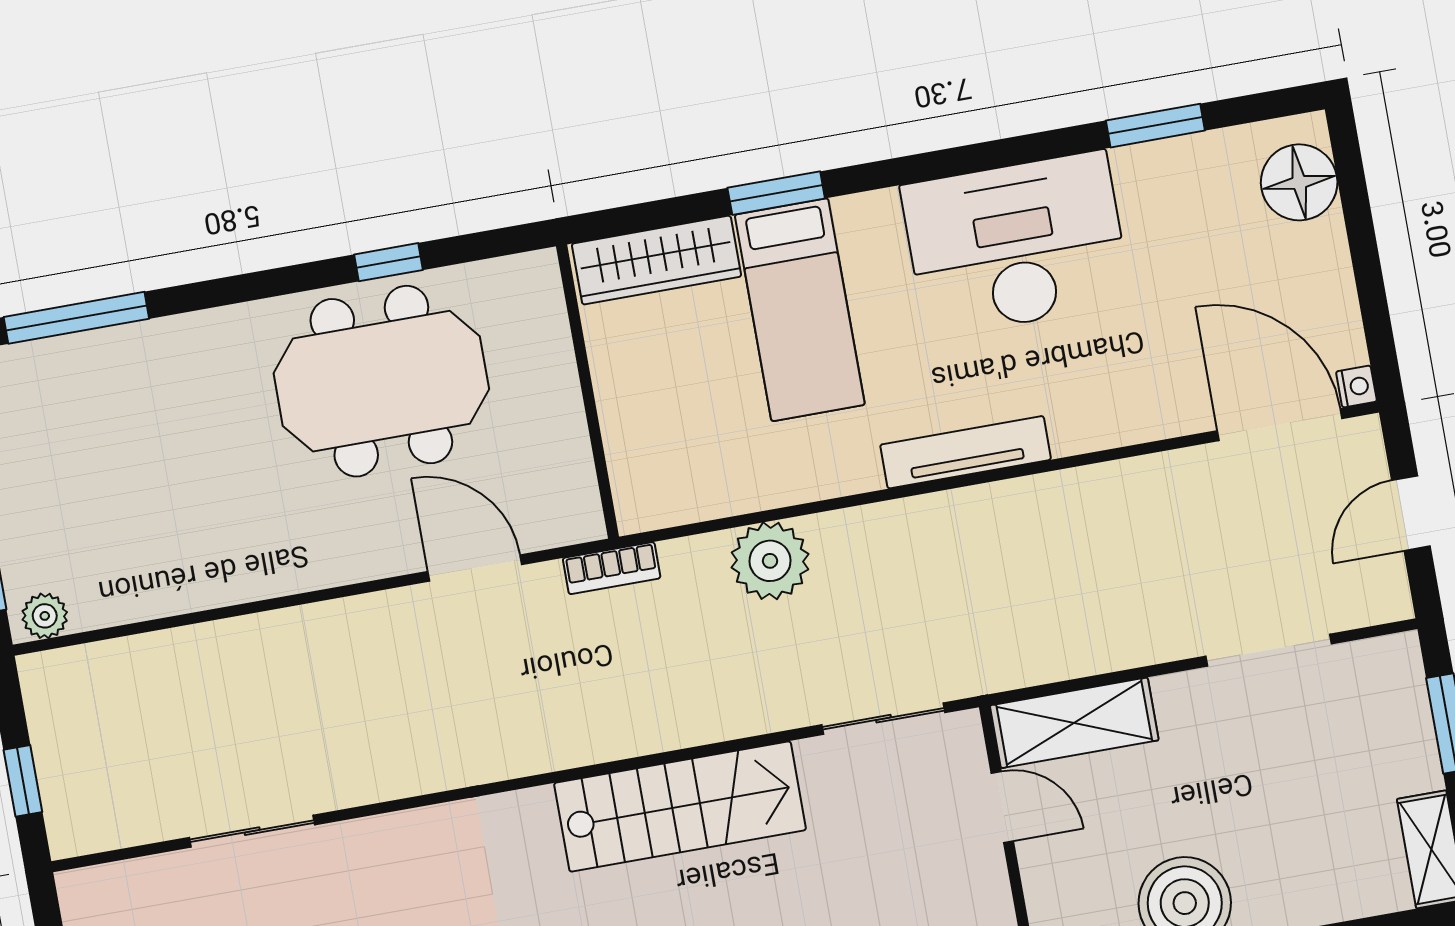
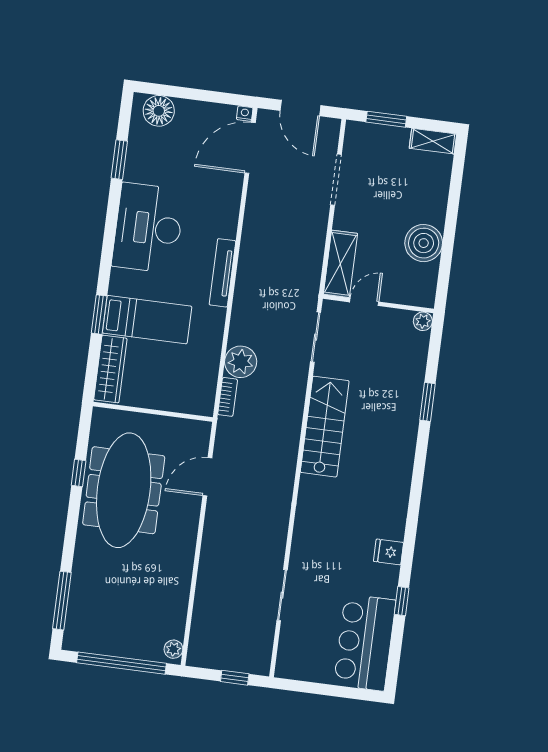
meeting table: (381, 381) -> (124, 490), width x1.36
door: (1411, 513) -> (300, 108), width x1.38
bookcase: (612, 568) -> (228, 397), moved

